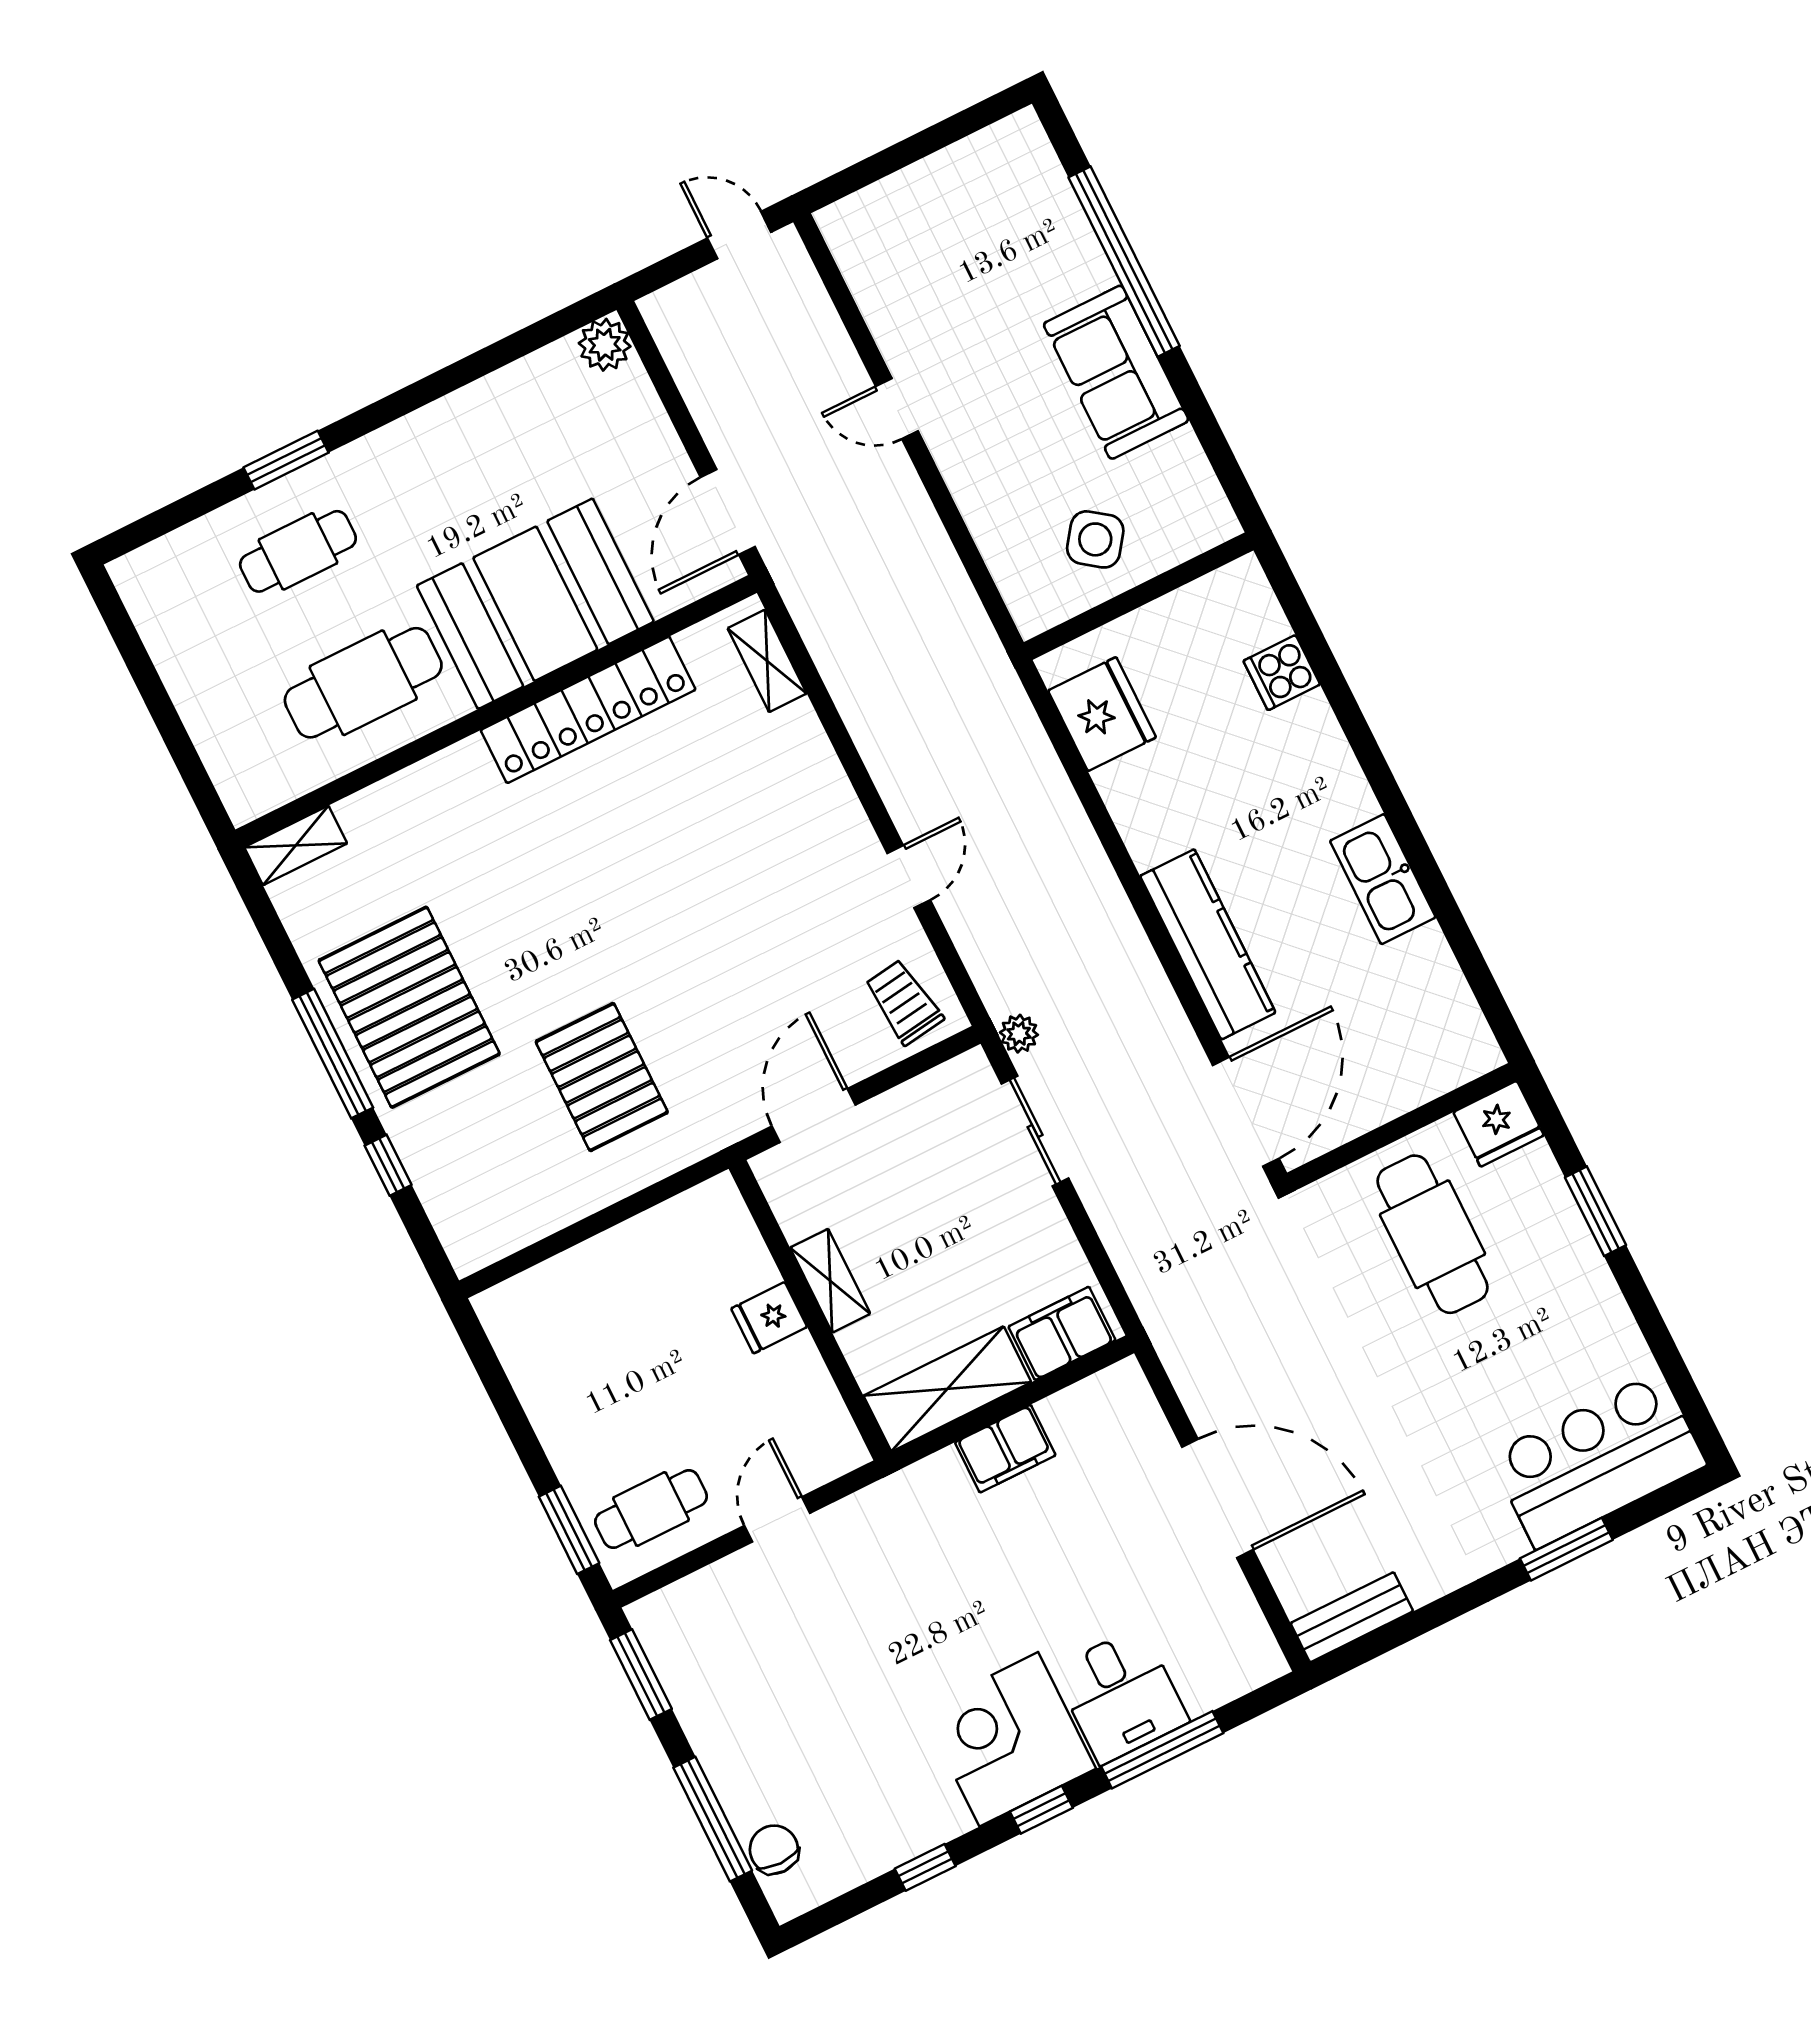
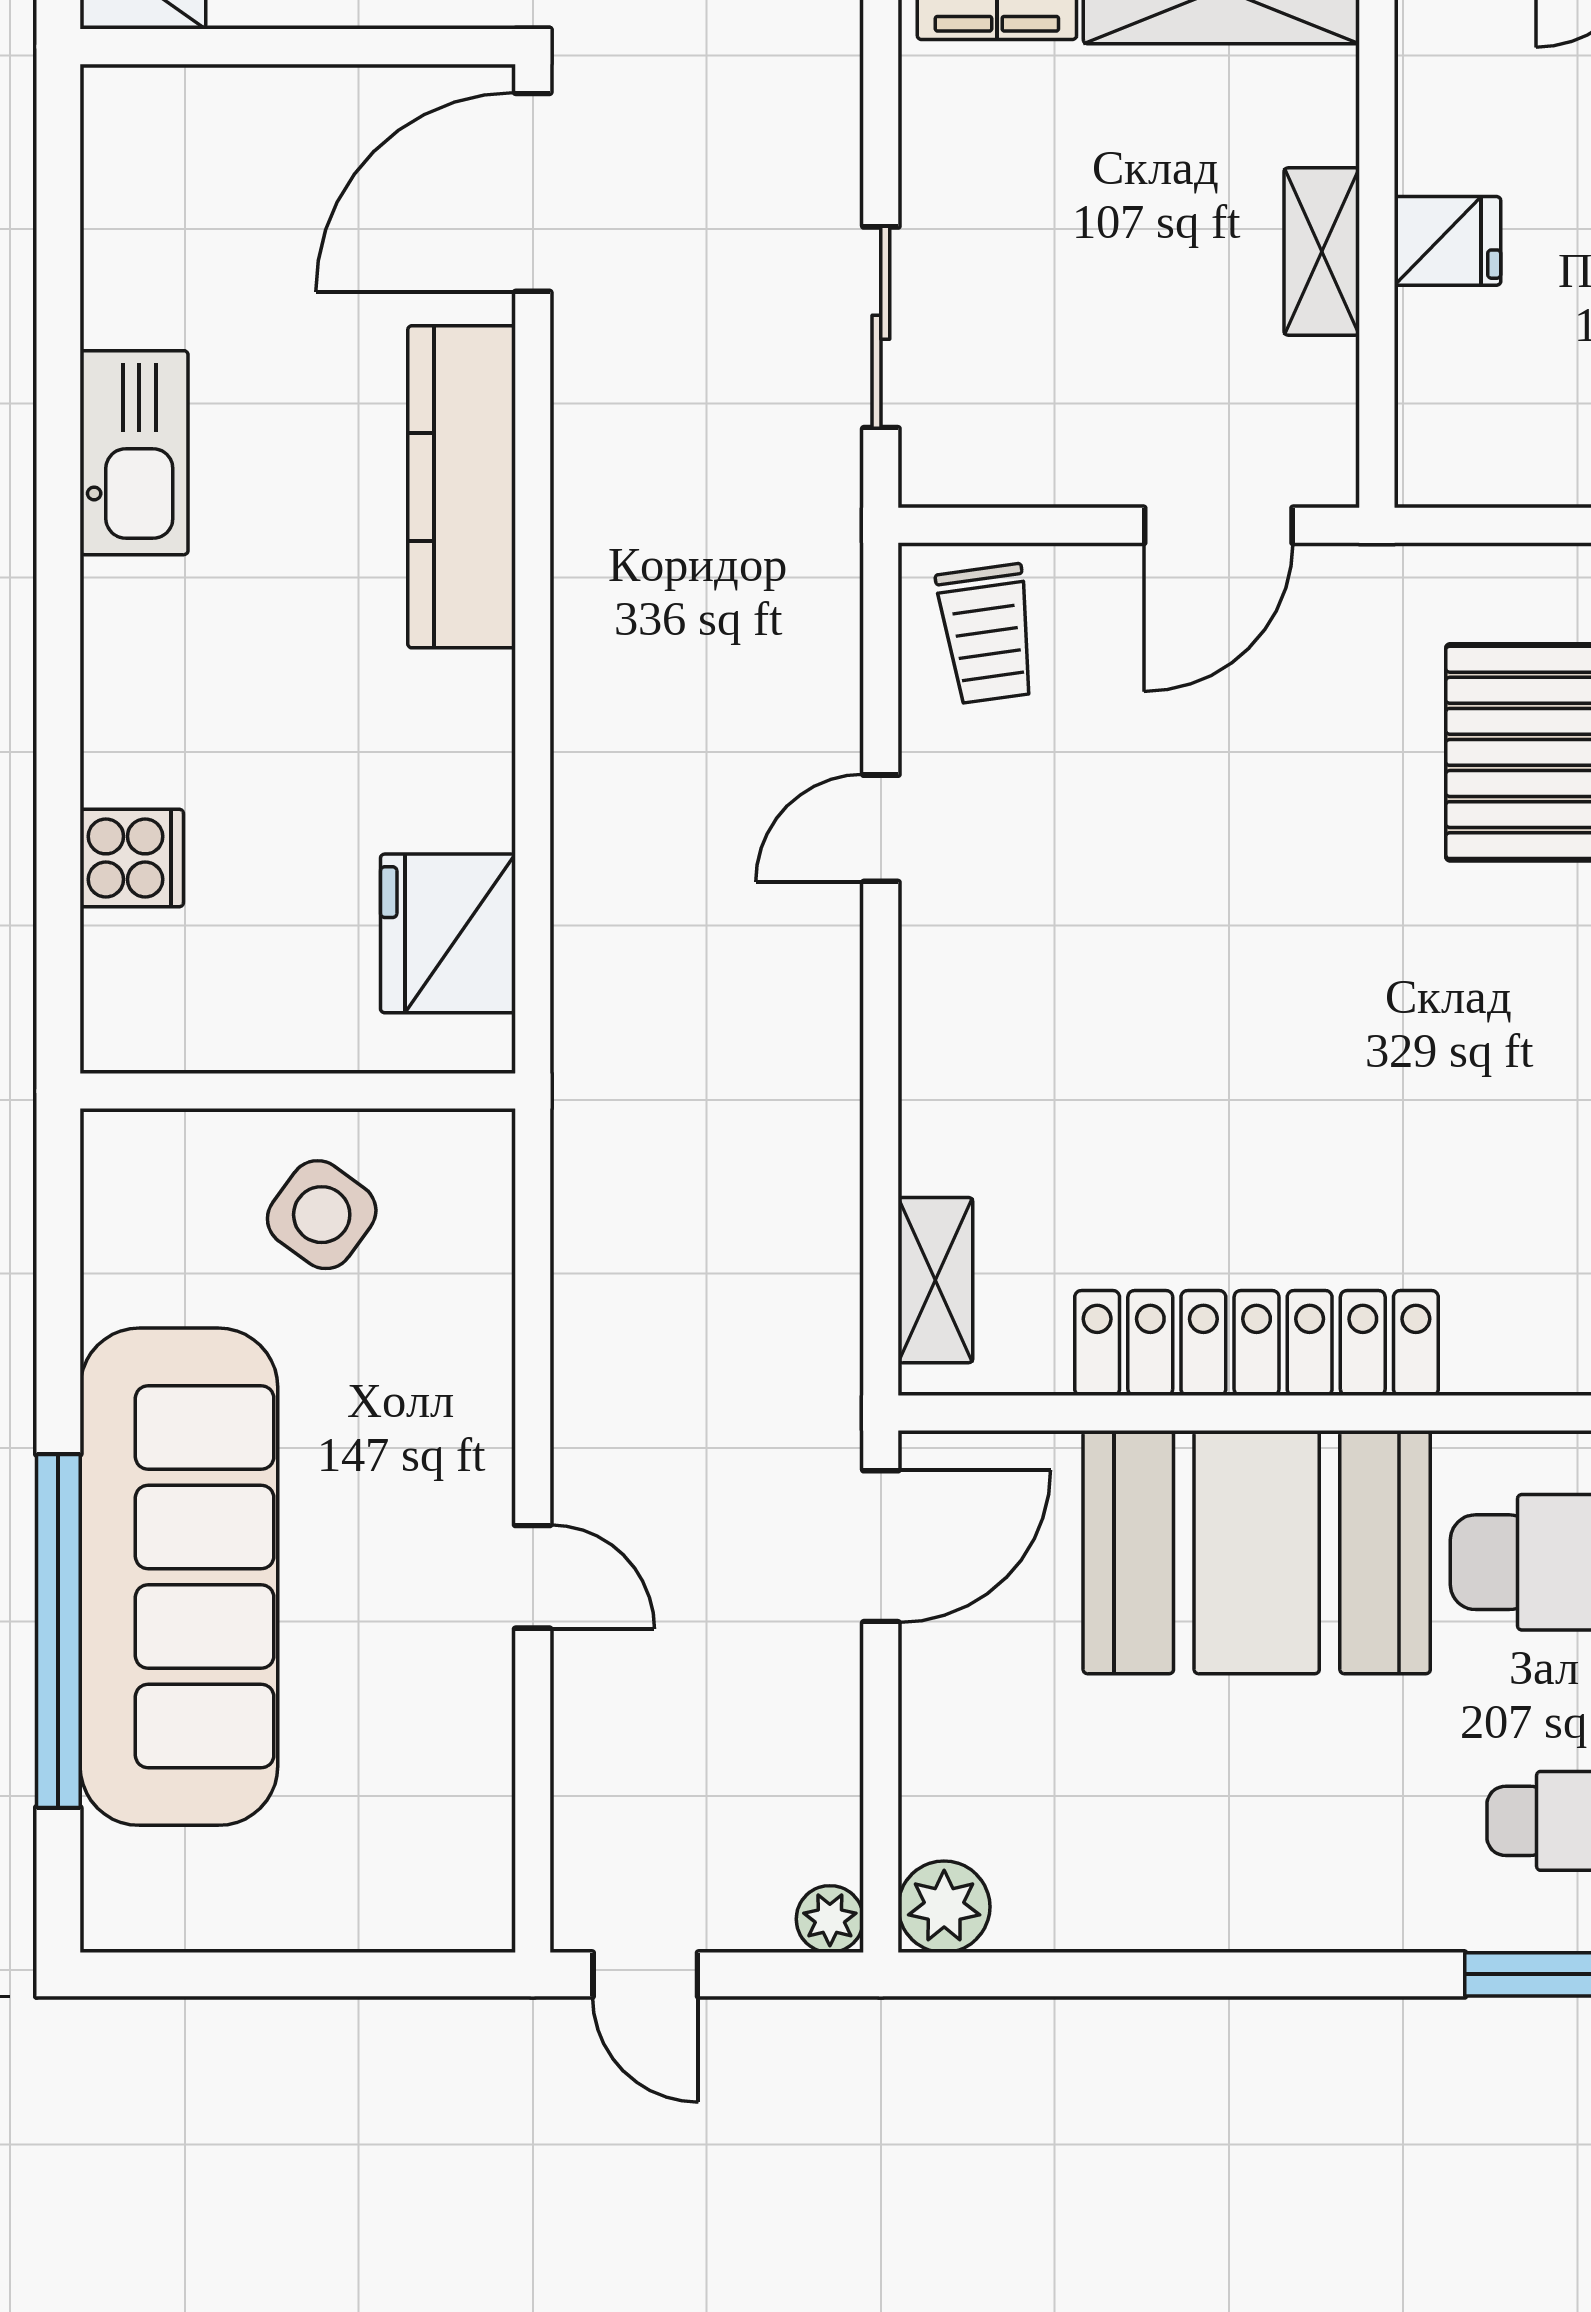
sofa: (1116, 372) -> (179, 1577), width x1.85, depth x1.27
plant: (1019, 1034) -> (830, 1919), moved

